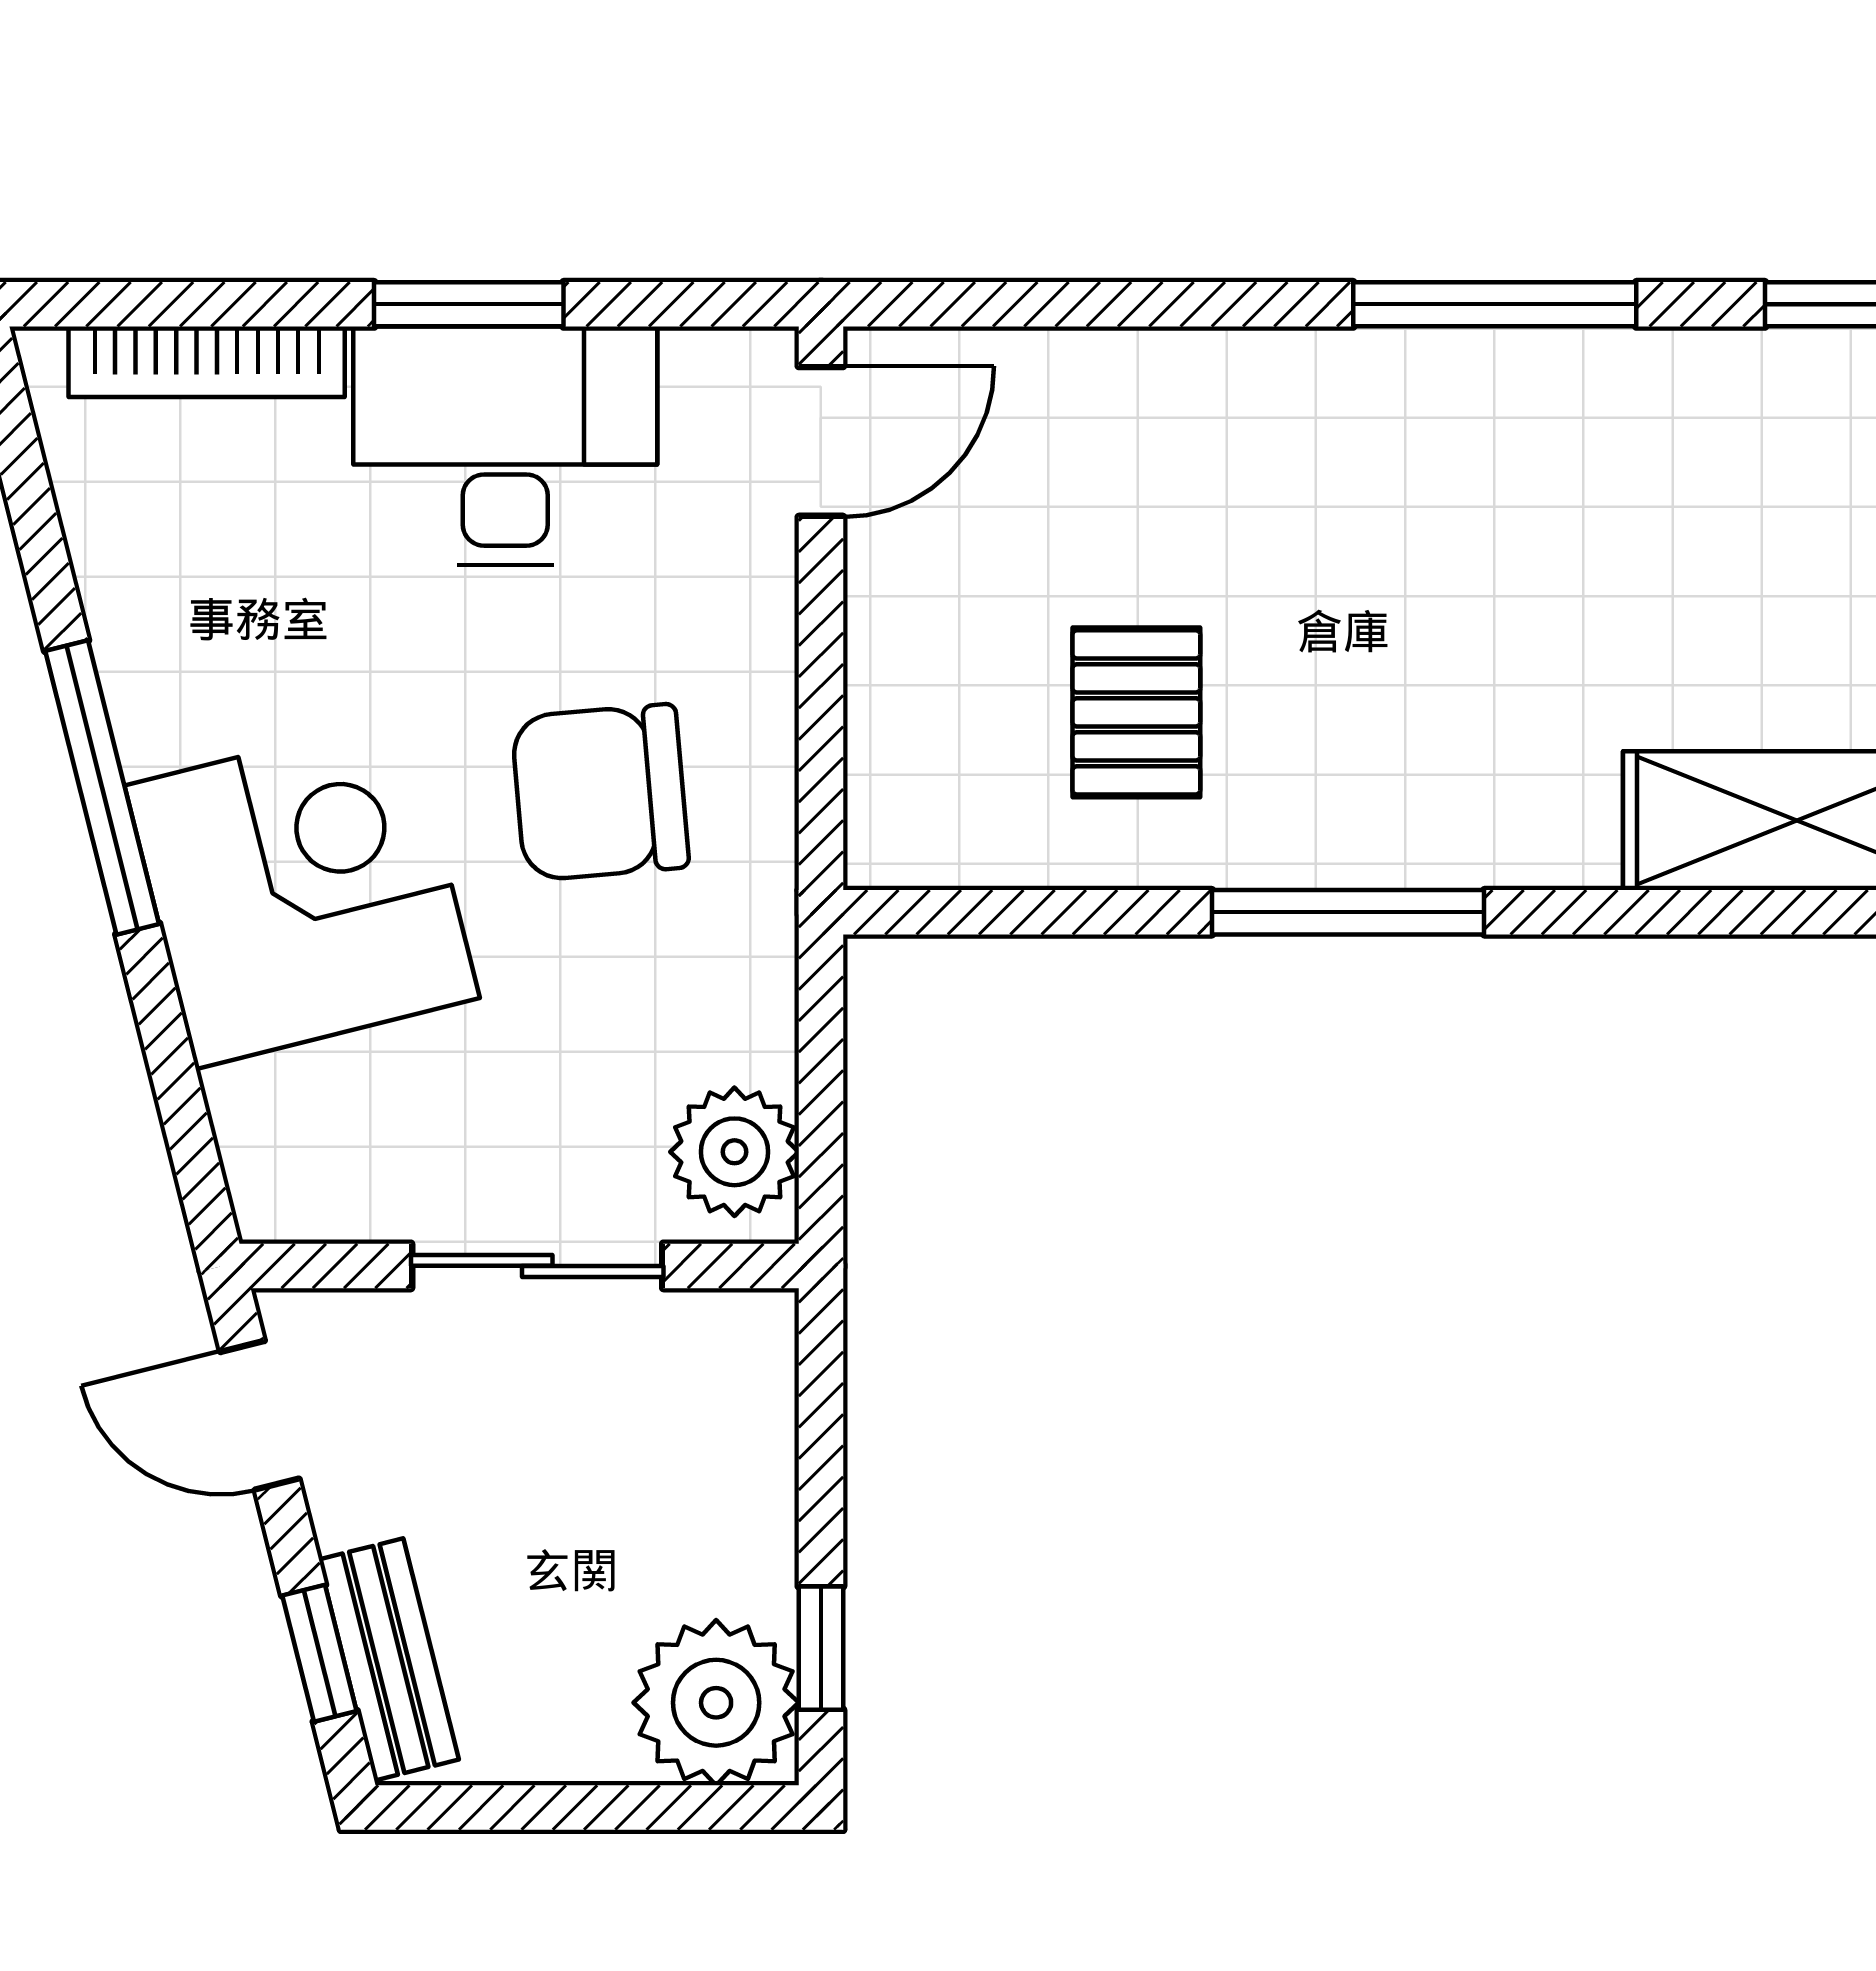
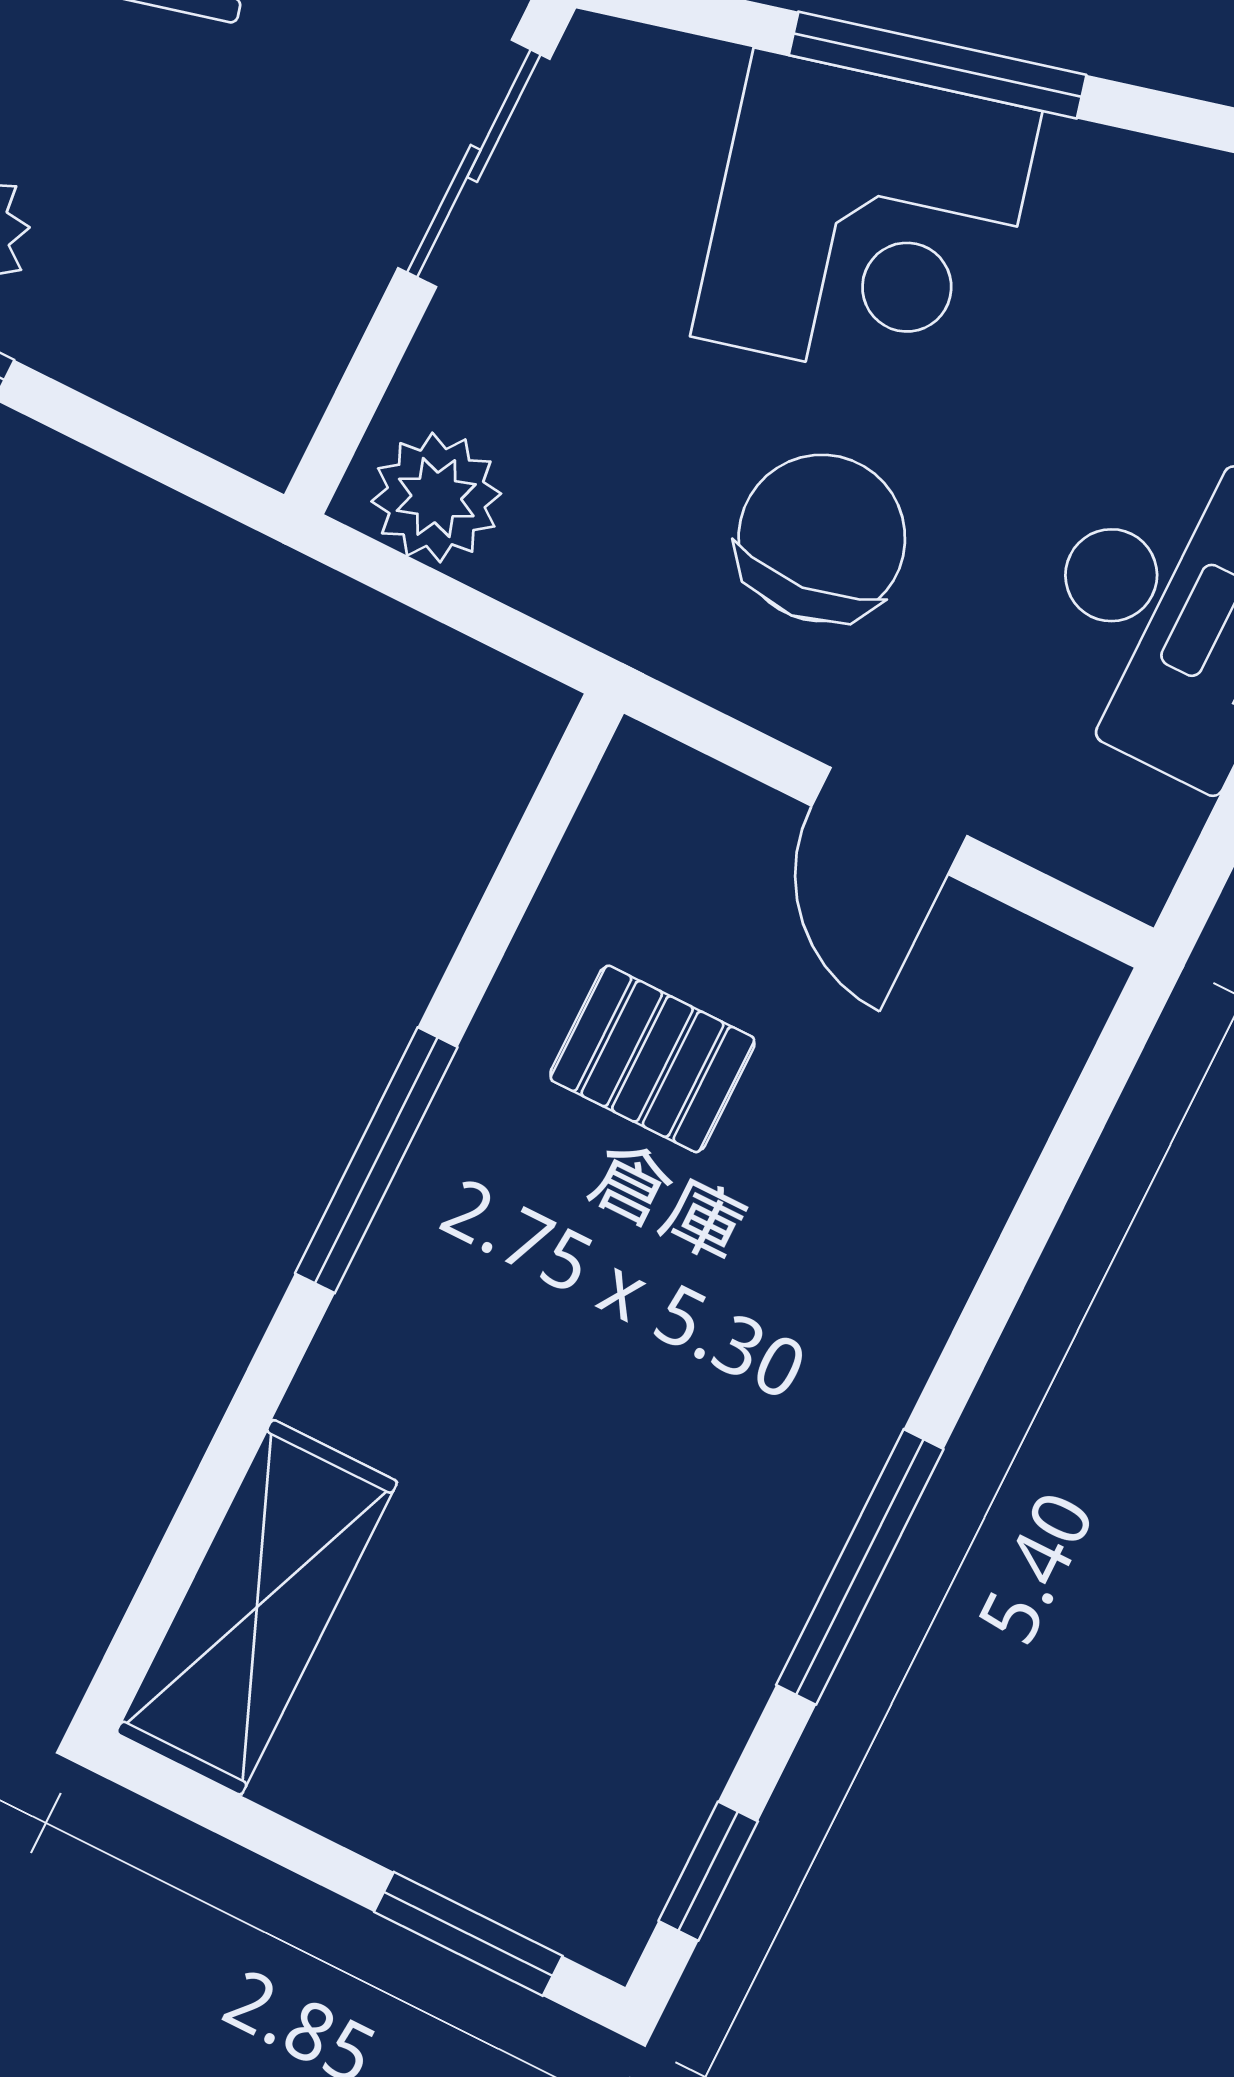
door: (821, 441) -> (889, 821), moved
window: (102, 787) -> (938, 65), moved
sliding door: (537, 1266) -> (474, 163), moved

